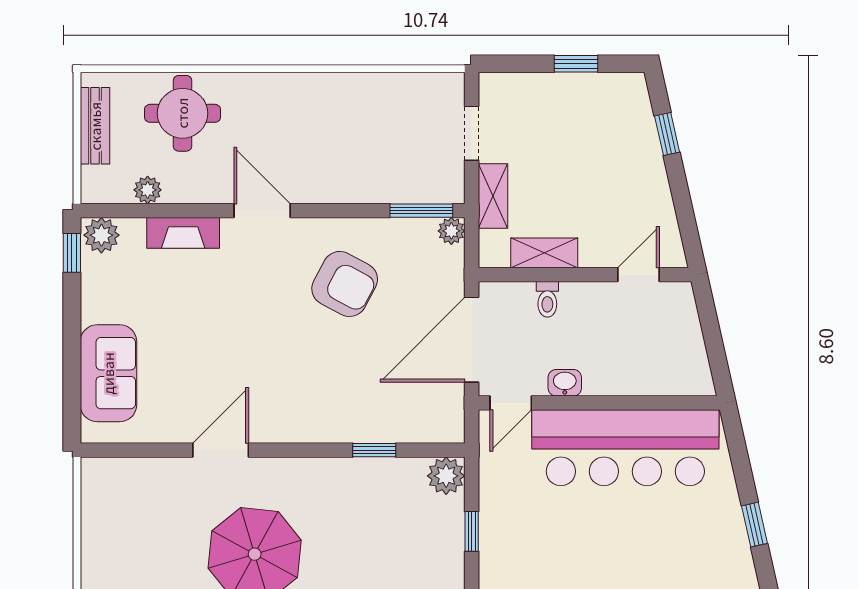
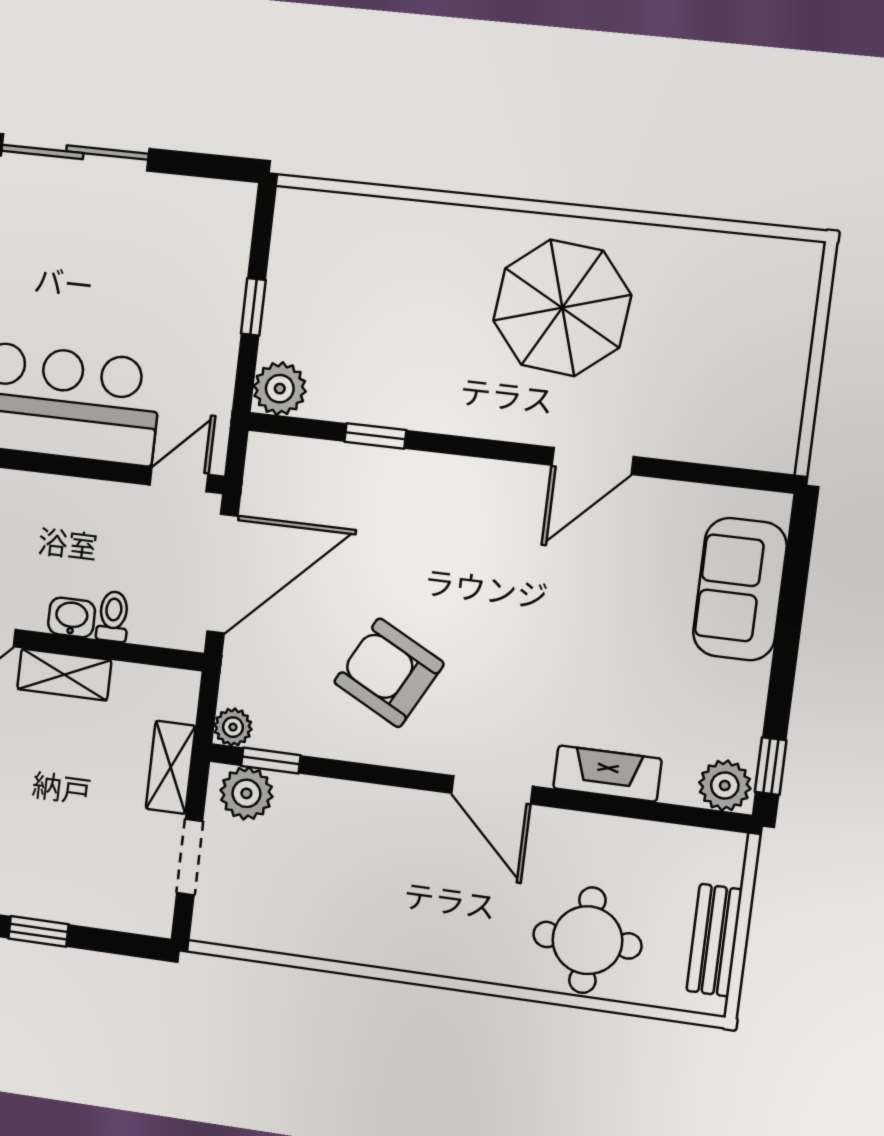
plant: (148, 190) -> (246, 793), moved, width x1.38, depth x1.38
window: (421, 211) -> (271, 761), width x0.67
shelving: (544, 253) -> (64, 675), moved
washbasin: (565, 383) -> (72, 617), moved, turned 180

